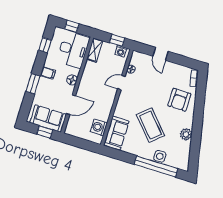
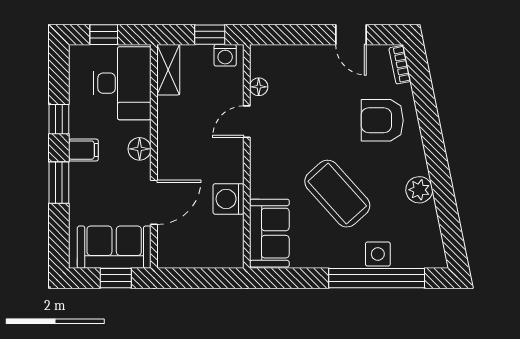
window: (45, 45) -> (59, 119), moved
door: (161, 54) -> (351, 35), moved
armchair: (179, 100) -> (382, 120), turned 89
washing machine: (99, 127) -> (229, 199), moved

